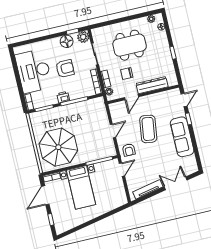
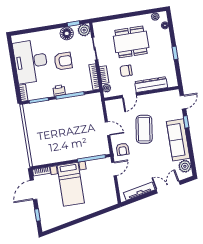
door: (113, 131) -> (108, 129), hinge flipped
parasol: (58, 147) -> (51, 141), removed
plant: (190, 162) -> (185, 166), added

